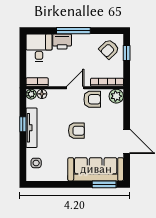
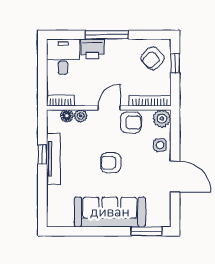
plant: (31, 94) -> (81, 116), moved
armchair: (76, 131) -> (111, 163), turned 180
side table: (36, 163) -> (160, 145), moved
sofa: (96, 169) -> (110, 212), moved

